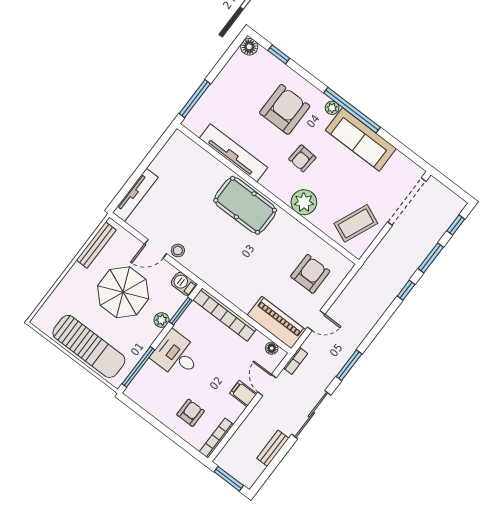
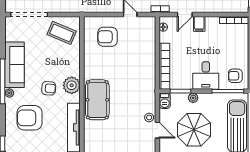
plant: (304, 202) -> (72, 85), moved
piano: (277, 322) -> (147, 35), removed
armchair: (191, 413) -> (235, 76), moved

